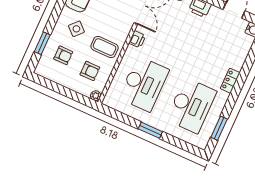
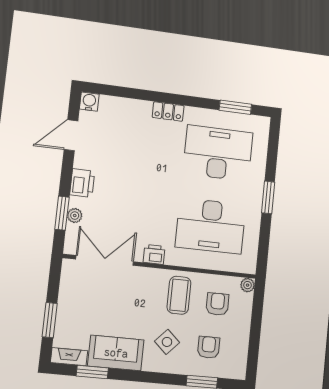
desk: (144, 84) -> (211, 226), turned 180

